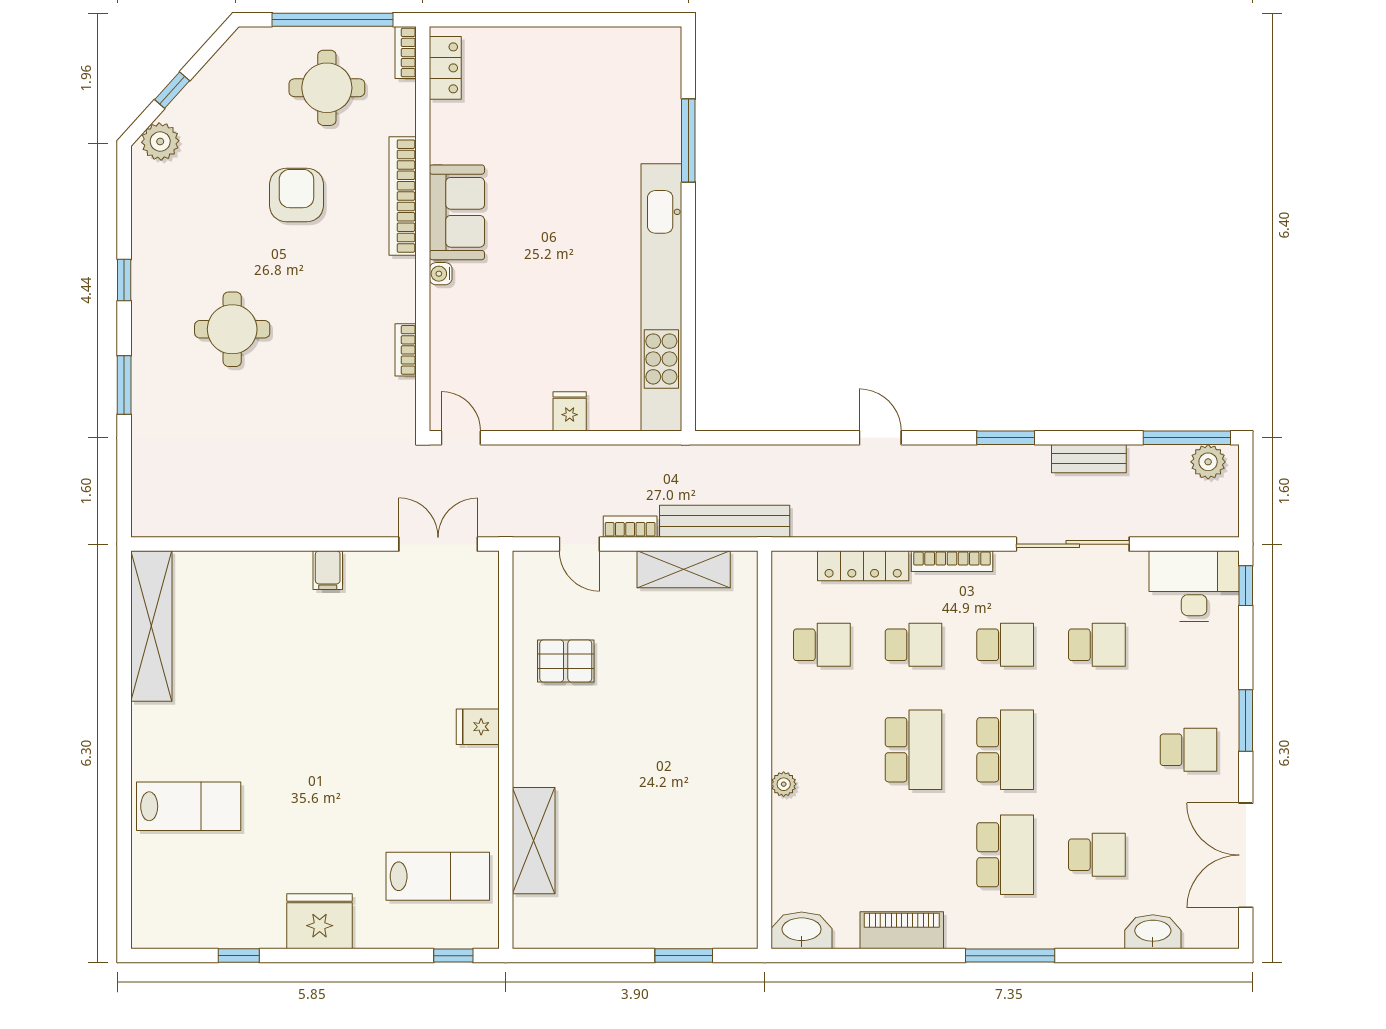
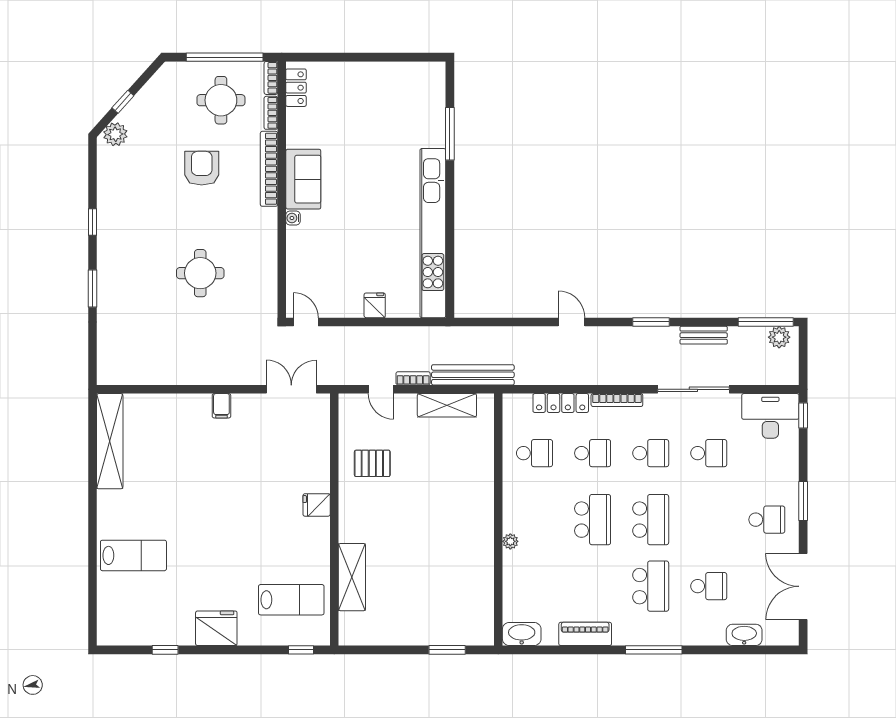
round table: (232, 329) -> (200, 273), moved
bookcase: (406, 350) -> (271, 113), moved

